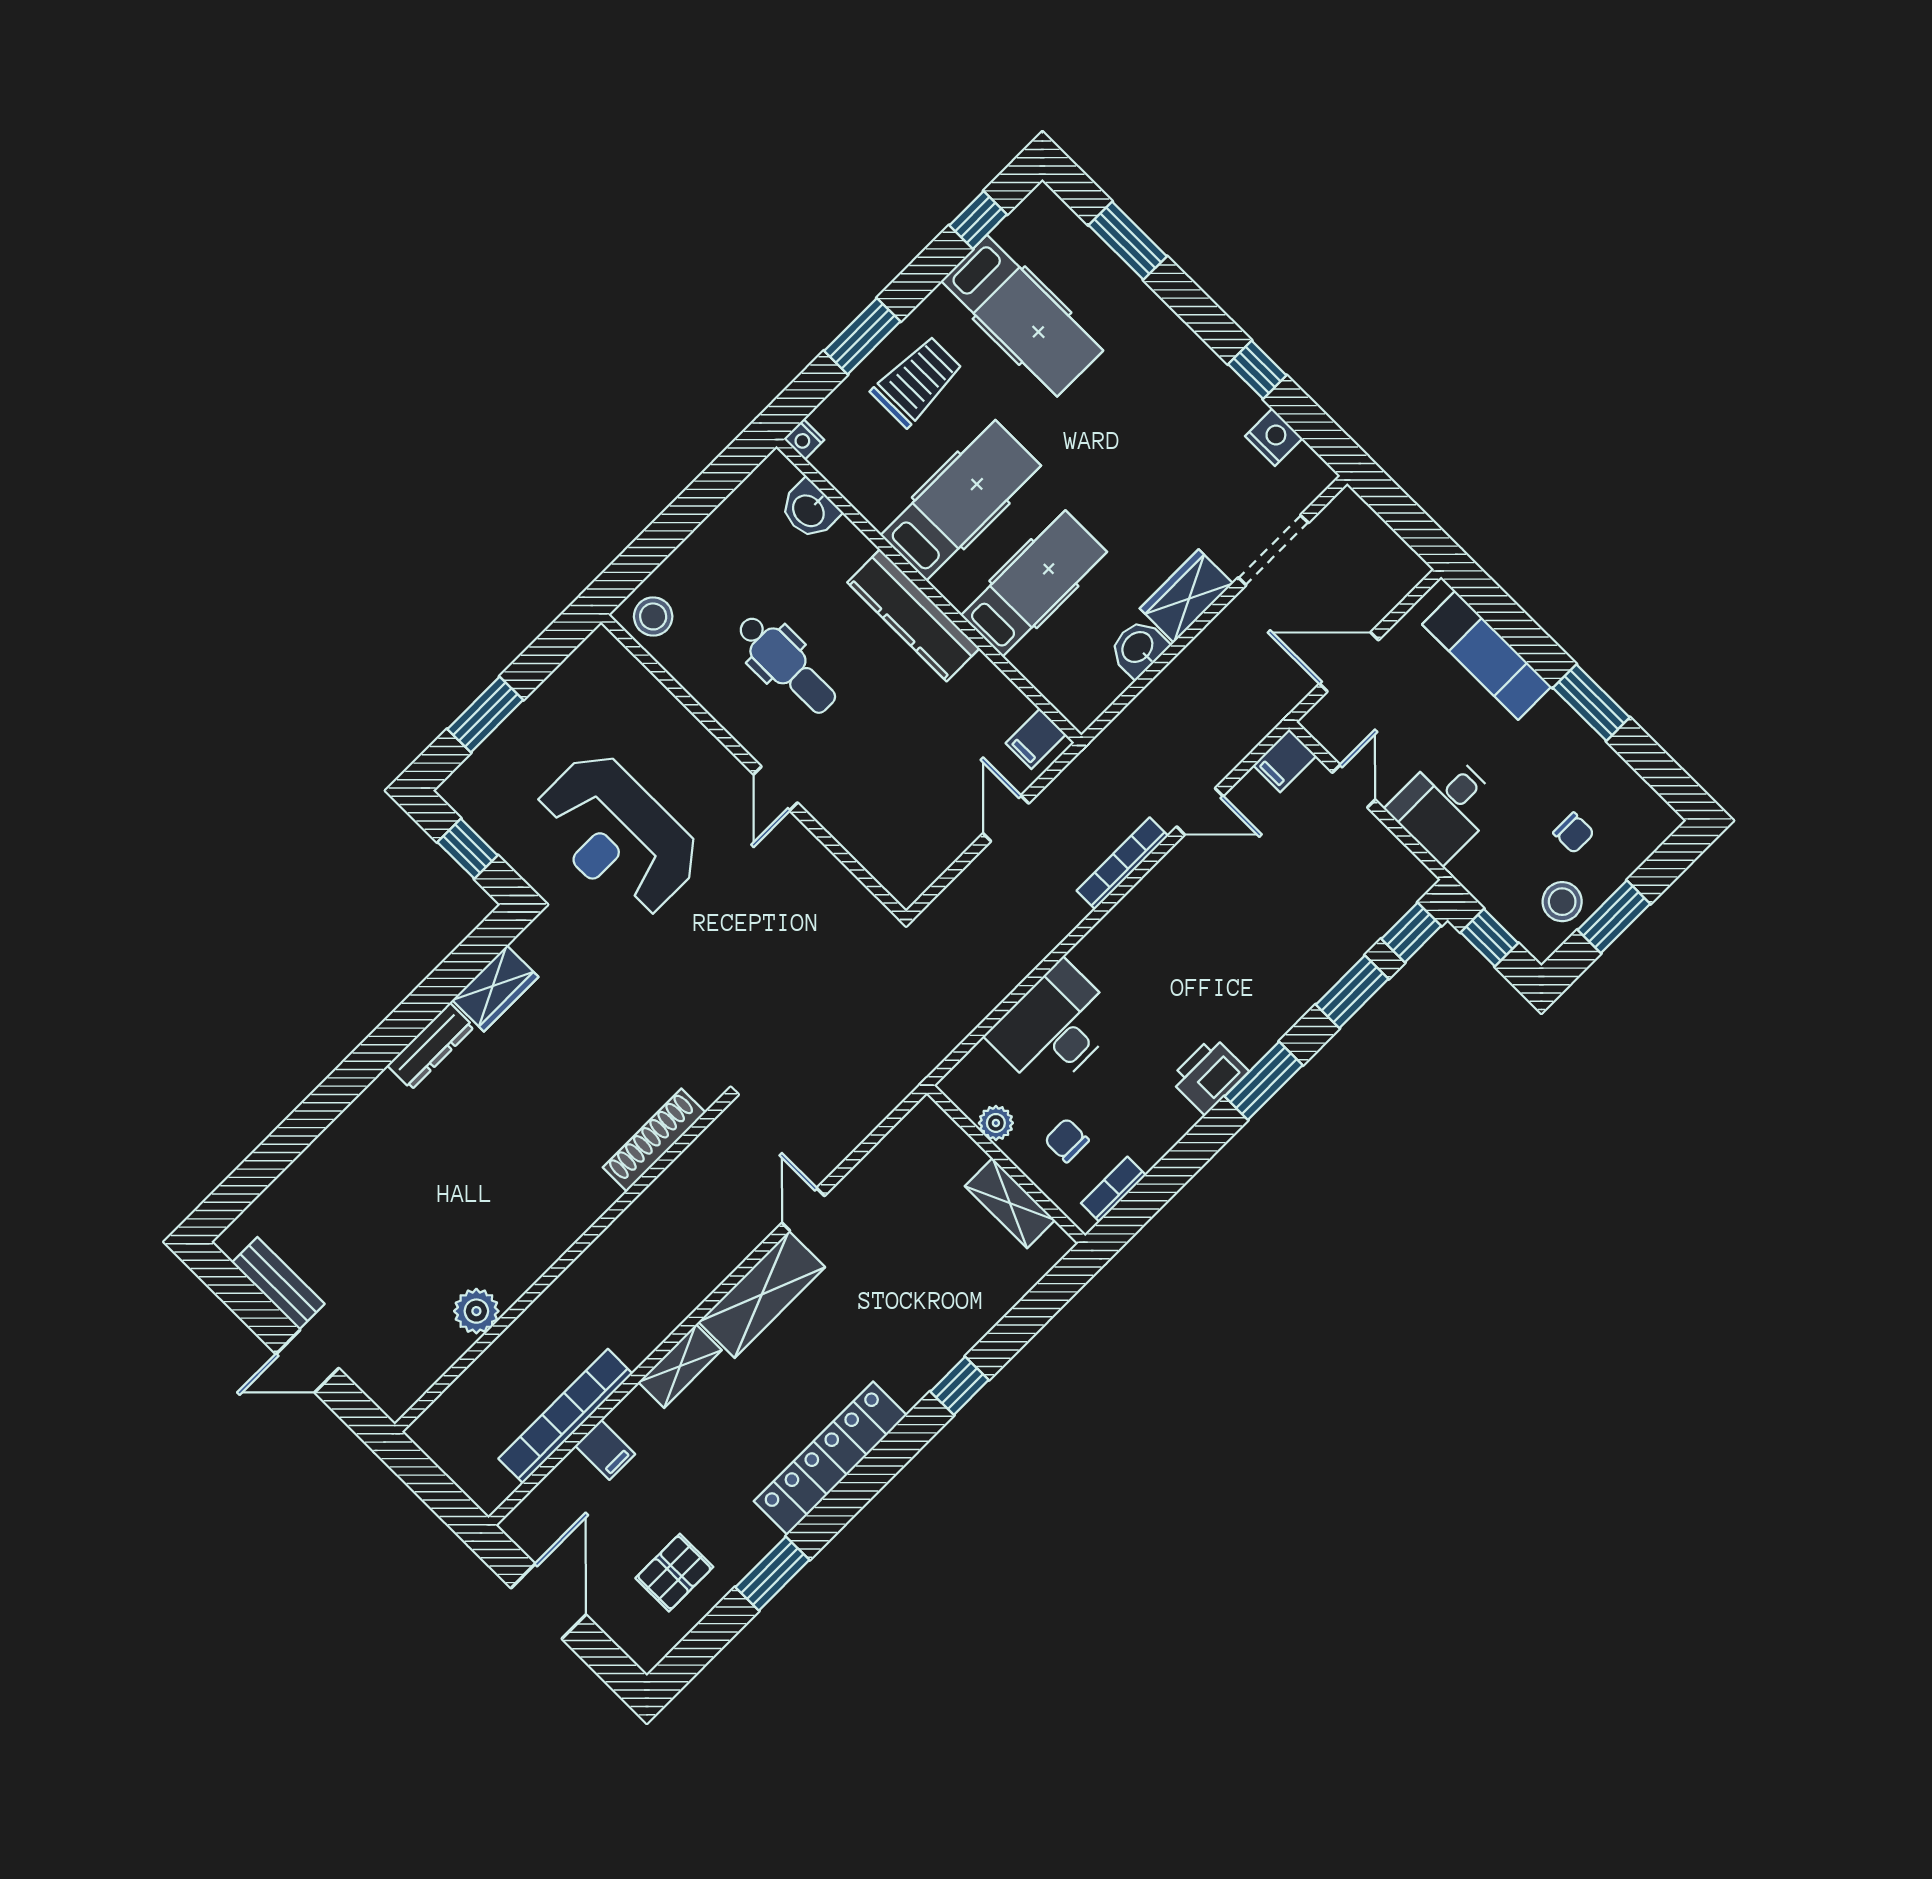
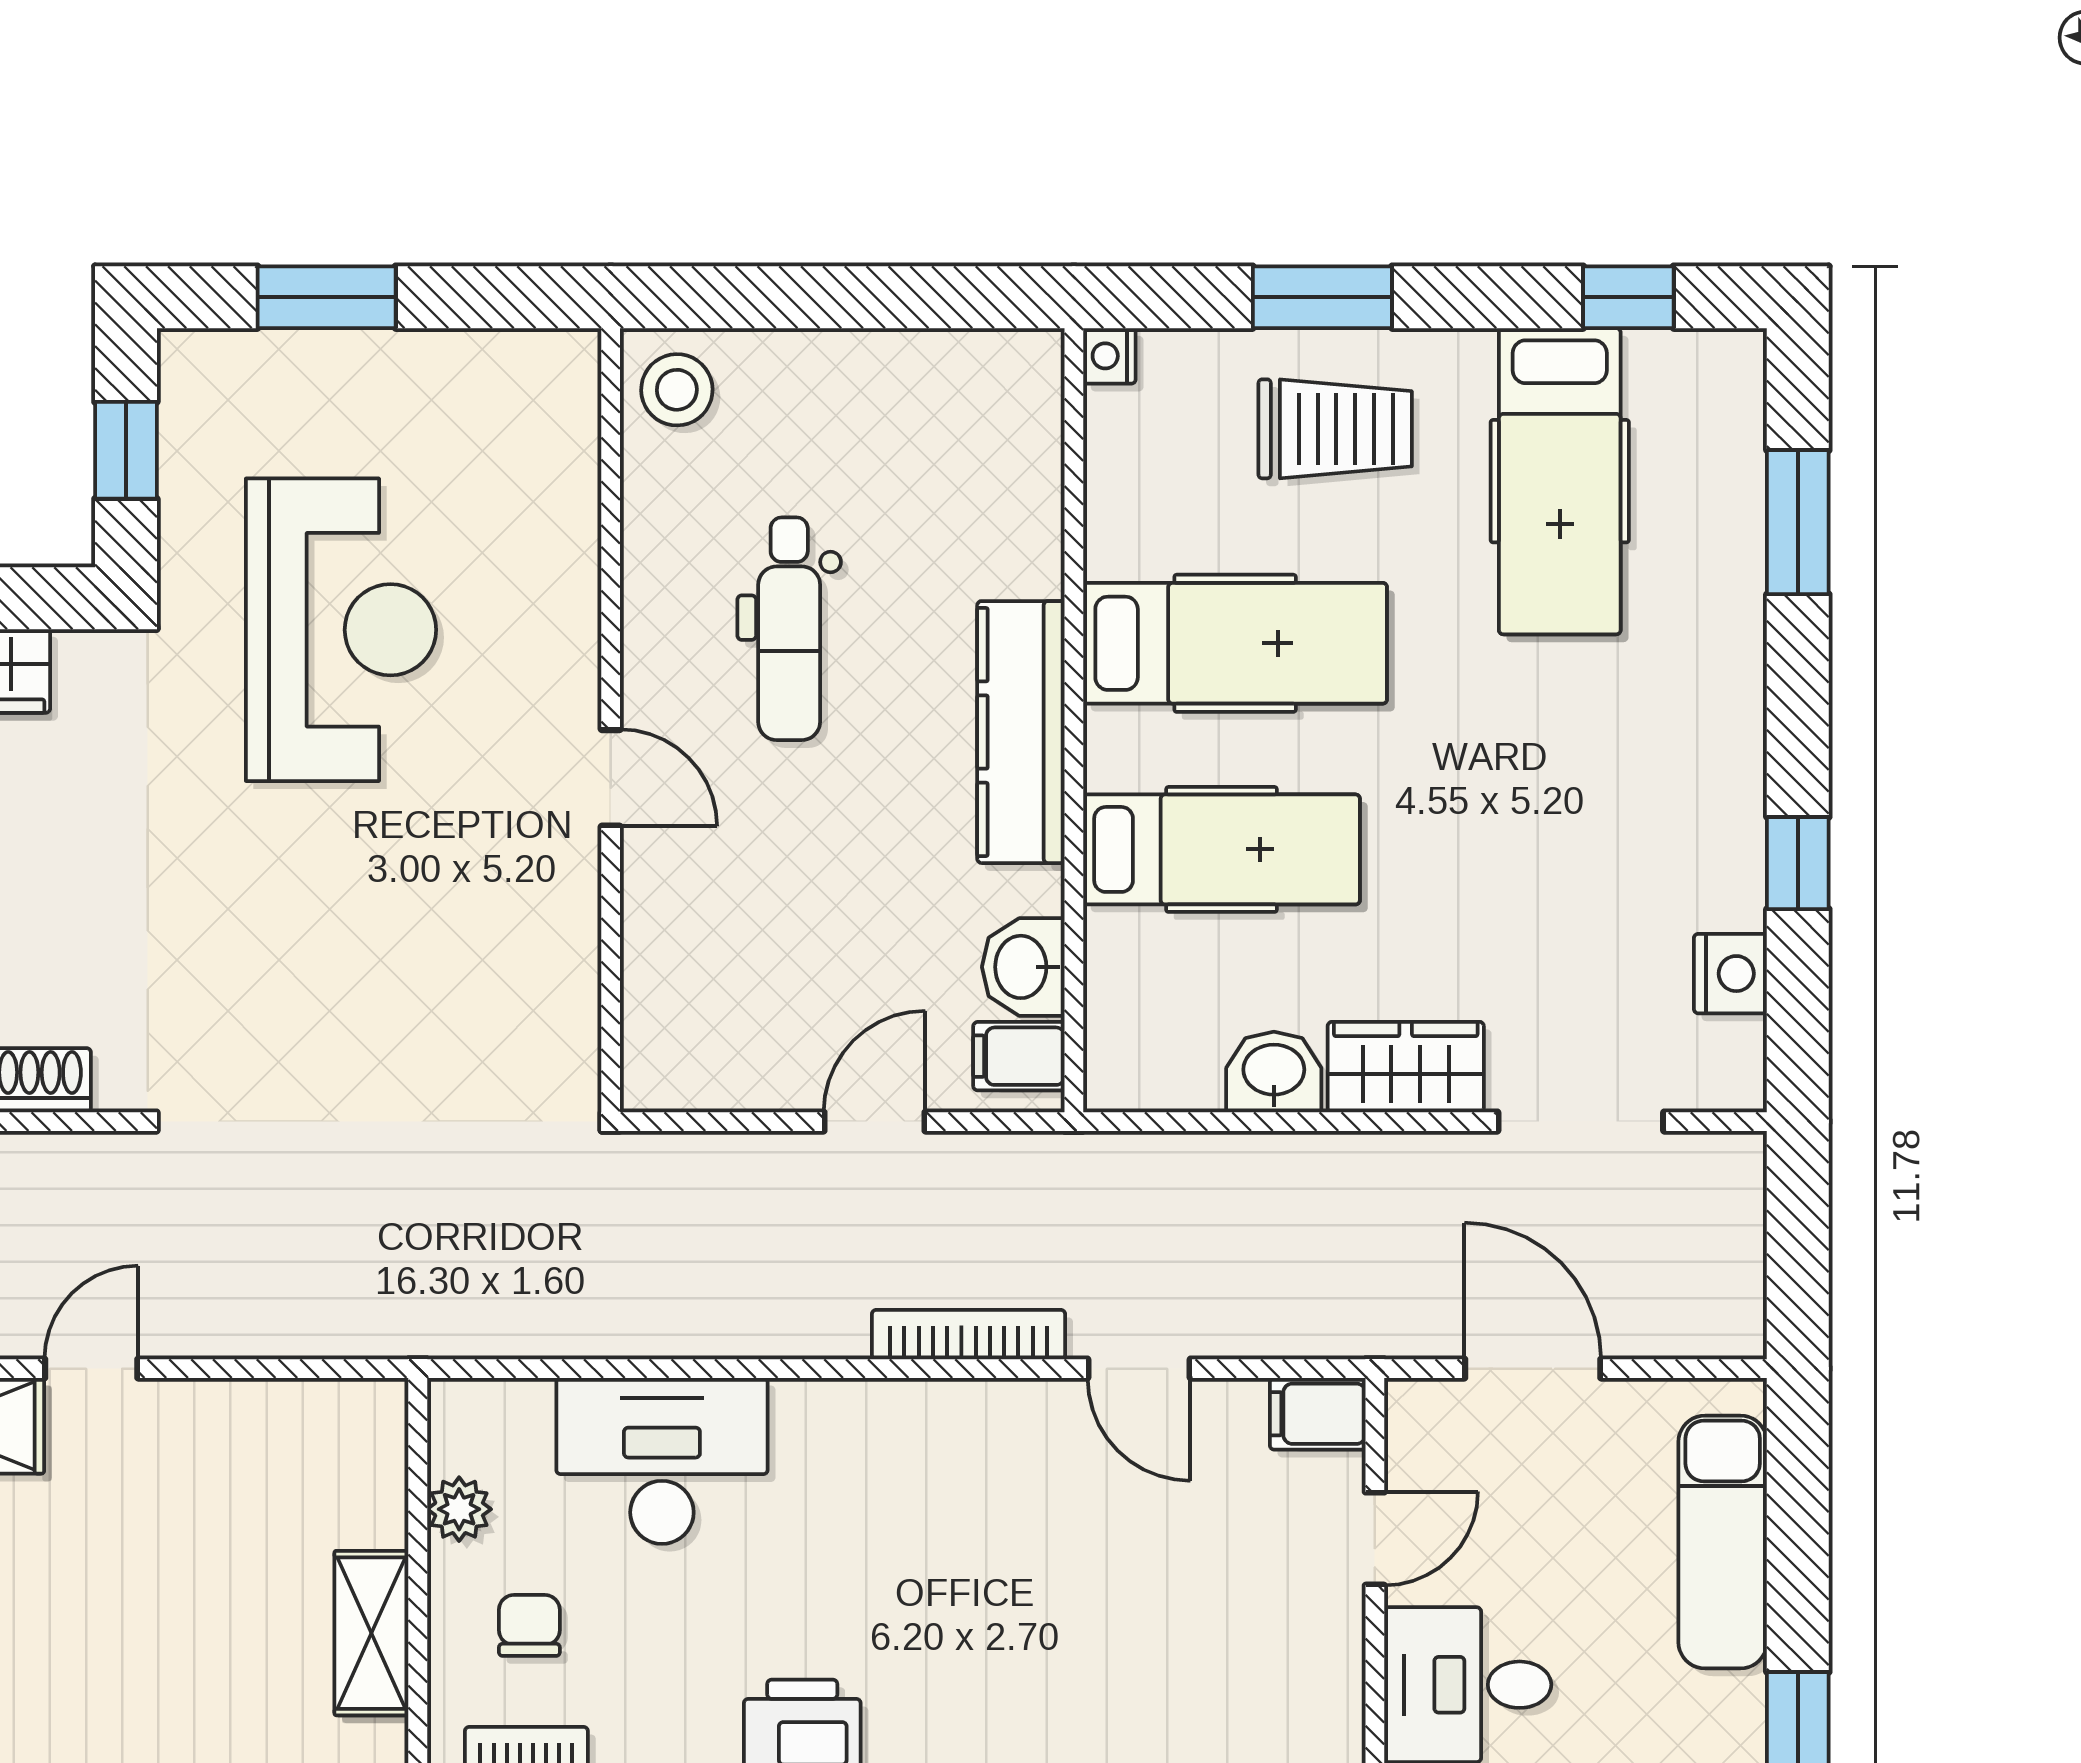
washbasin: (809, 510) -> (1023, 967), moved
door: (776, 789) -> (611, 778), swing flipped
reception desk: (617, 835) -> (341, 630), turned 180

